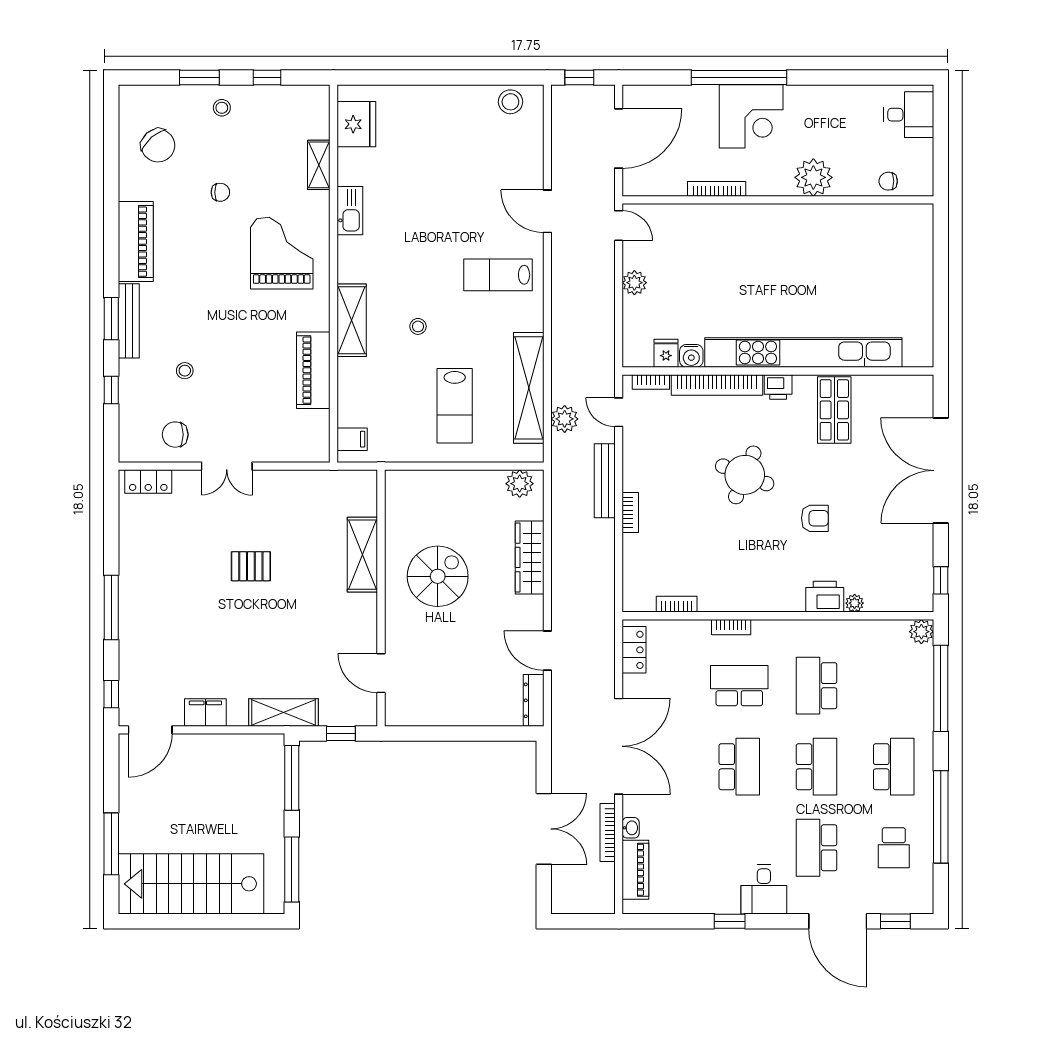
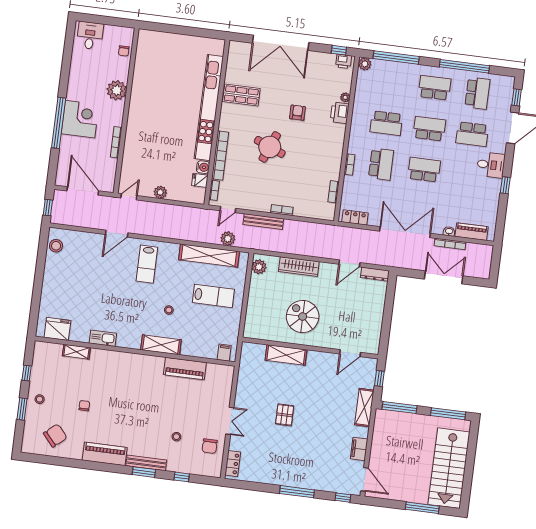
grand piano: (282, 253) -> (121, 377), removed
printer: (778, 387) -> (344, 61), moved, turned 90
school desk: (739, 686) -> (381, 164), turned 180
school desk: (894, 848) -> (477, 93), width x1.85

